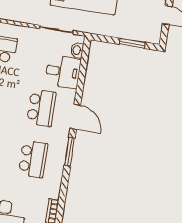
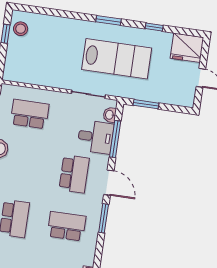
window: (132, 43) -> (146, 104), moved
window: (82, 74) -> (115, 139), added
school desk: (33, 159) -> (67, 226), turned -90

